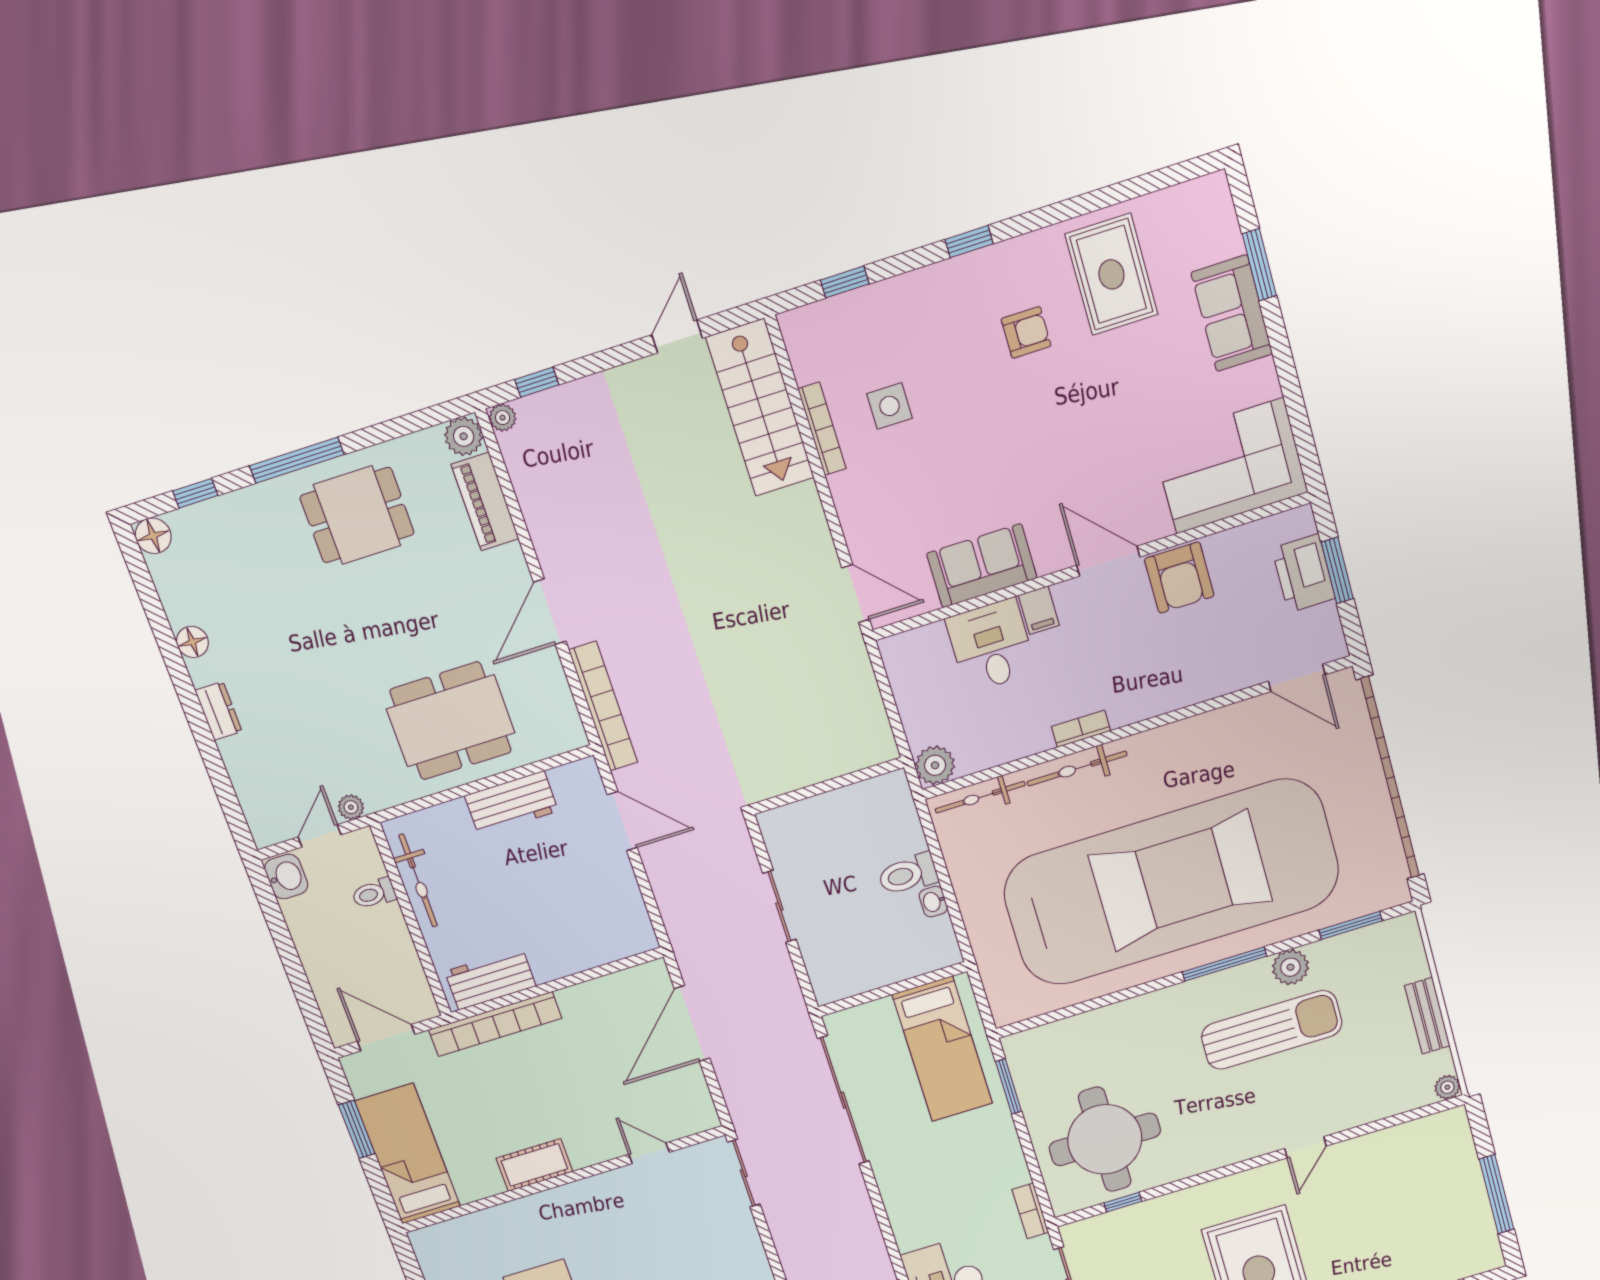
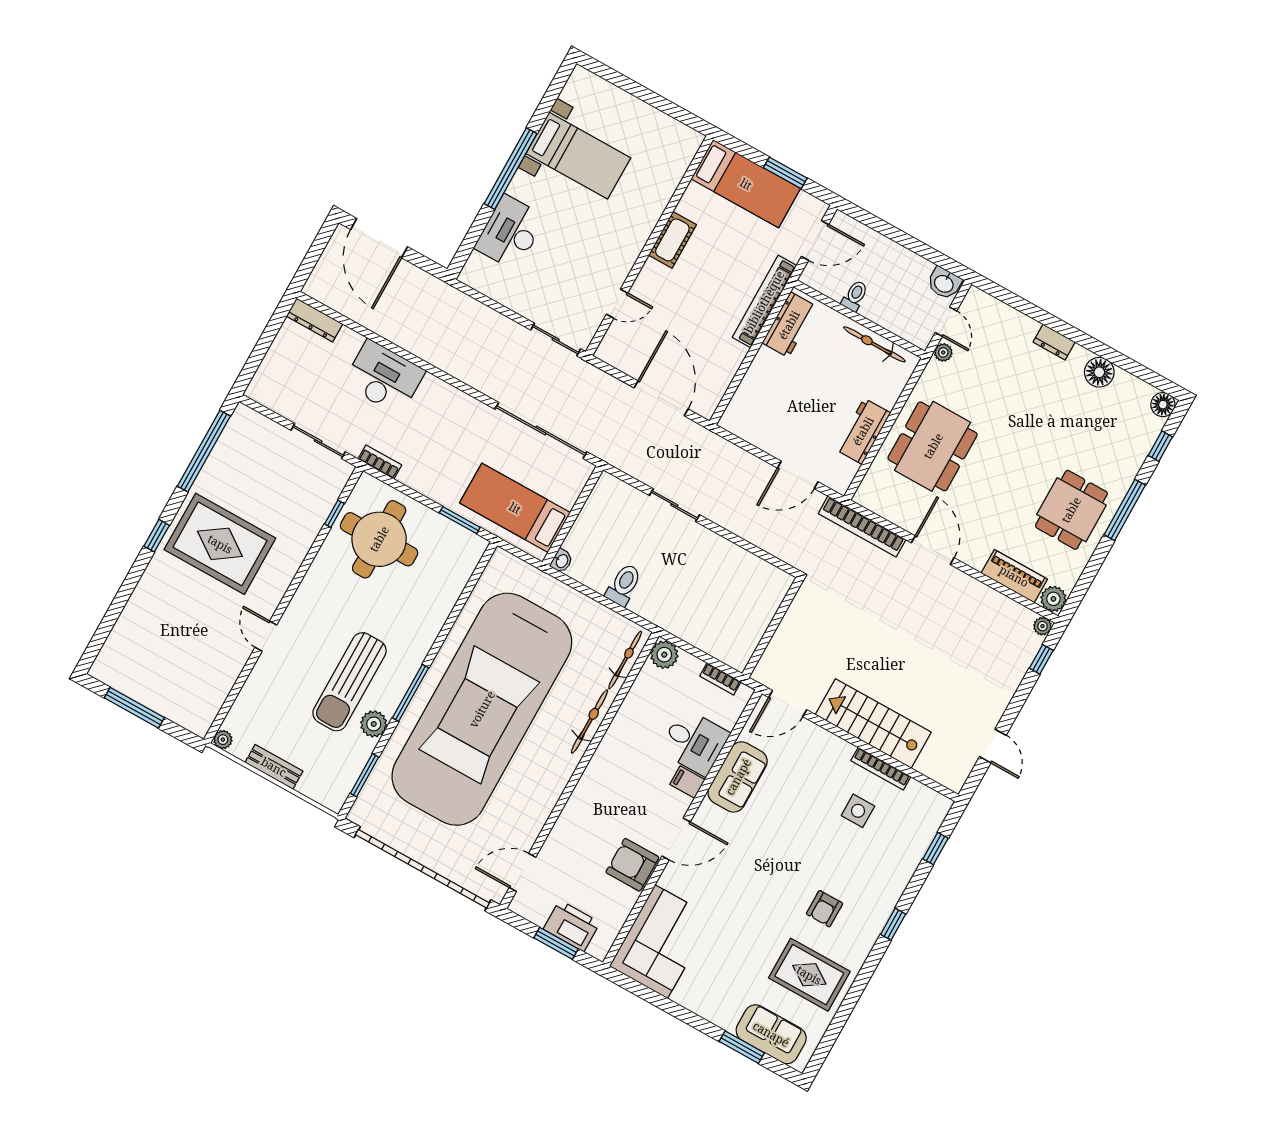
sofa: (1232, 313) -> (771, 1034), moved
stairs: (760, 408) -> (873, 723), moved
floor lamp: (192, 642) -> (1099, 372), width x1.38, depth x1.38
bookcase: (1081, 729) -> (720, 679), moved, turned 90
wall: (828, 786) -> (772, 627), moved
toilet: (374, 894) -> (855, 296), moved
washbasin: (933, 902) -> (562, 561), moved, turned 90

